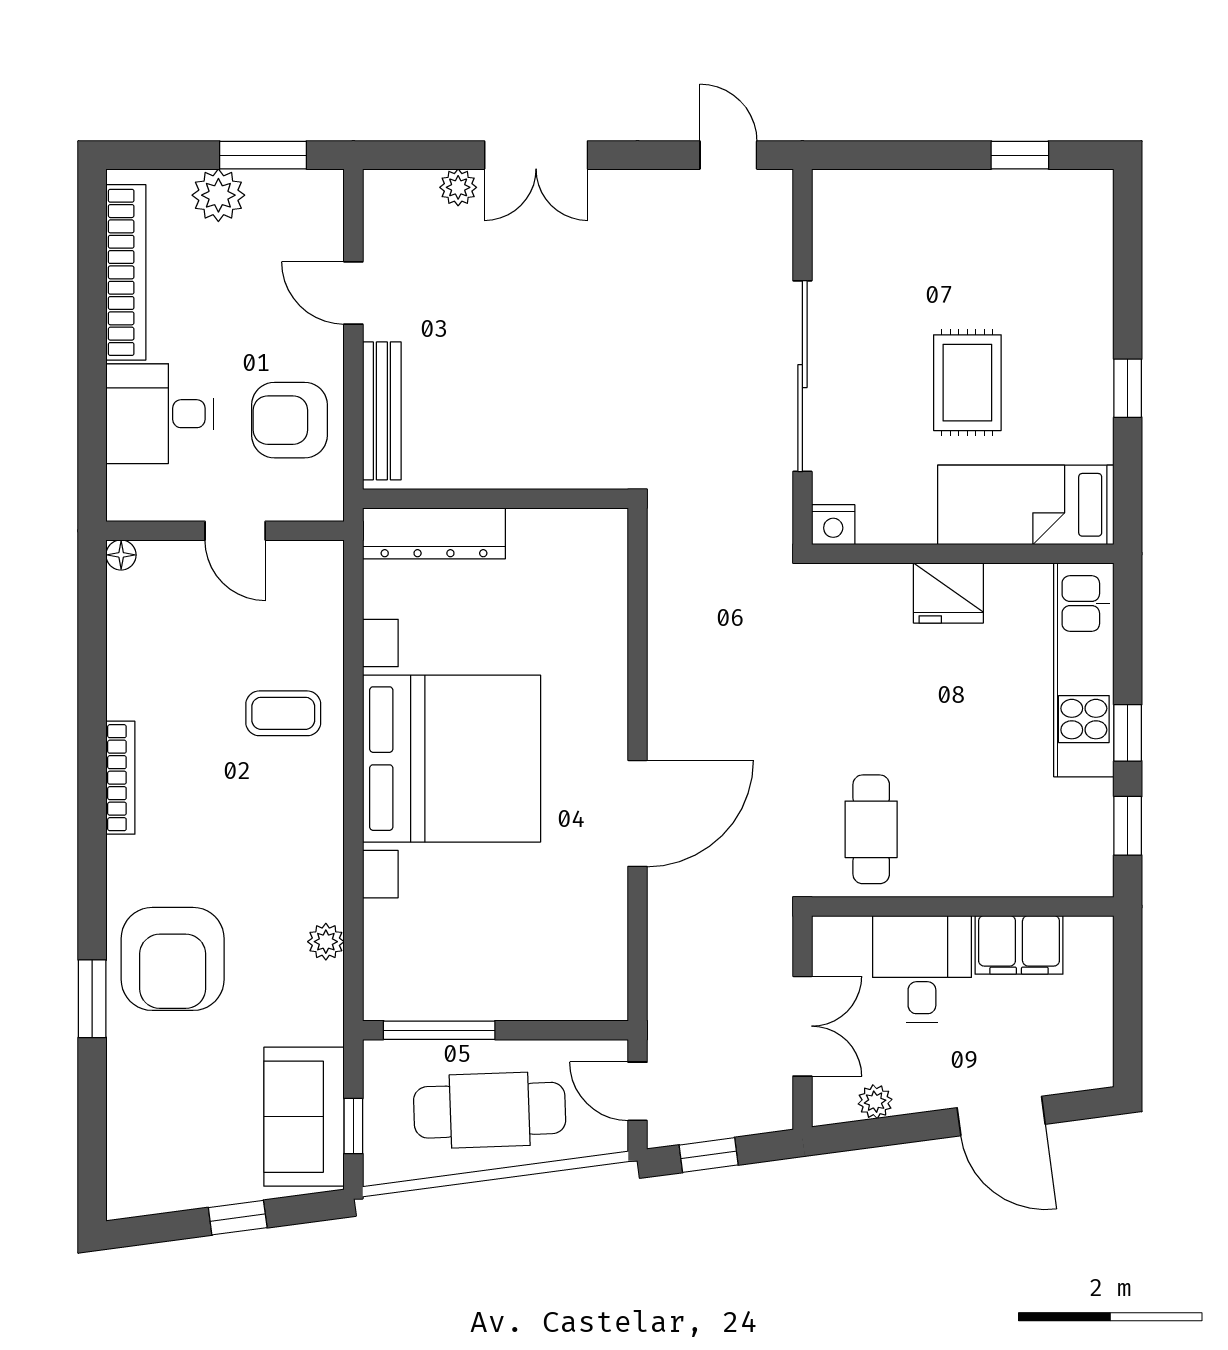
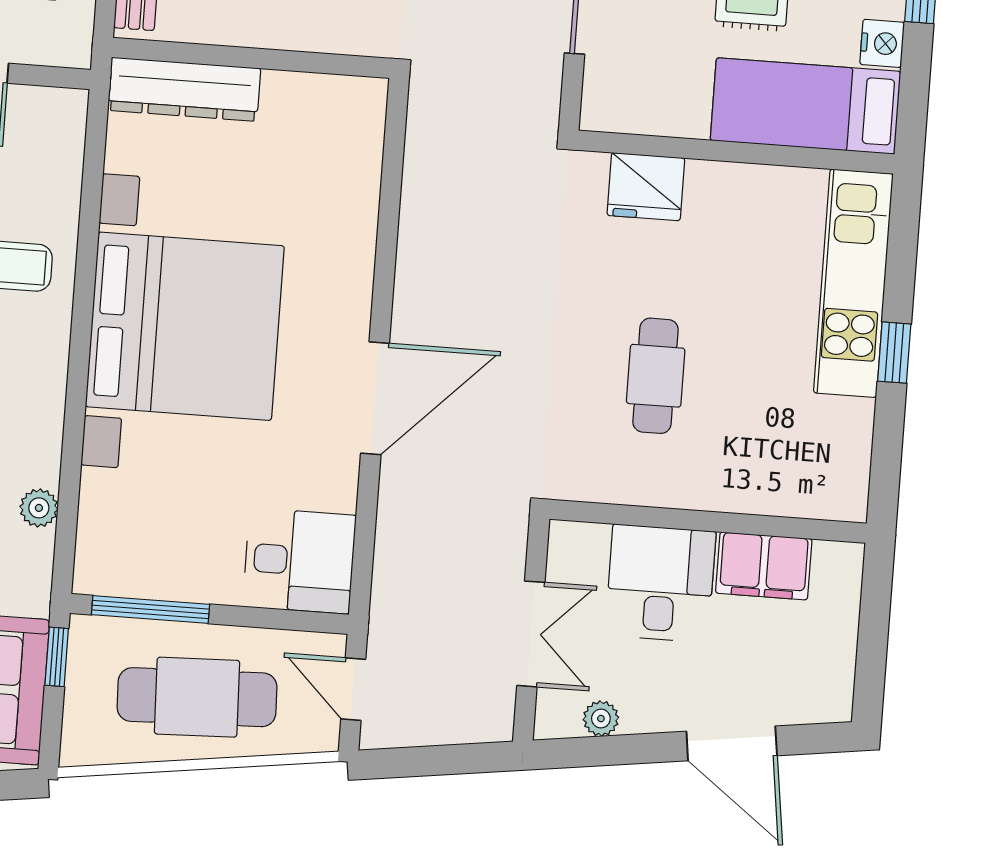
nightstand: (833, 525) -> (882, 43), moved, turned -90
fridge: (948, 593) -> (646, 187), moved
window: (1128, 826) -> (887, 450), removed
cafe table: (871, 829) -> (656, 376), moved
desk: (577, 973) -> (299, 561), added
window: (353, 1126) -> (57, 657), moved
window: (709, 1155) -> (423, 761), removed

